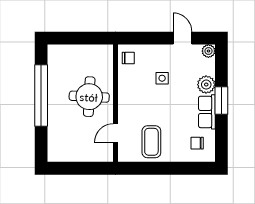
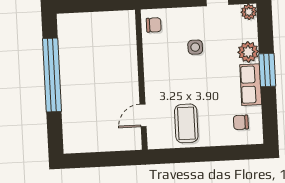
round table: (89, 97) -> (109, 73), removed

